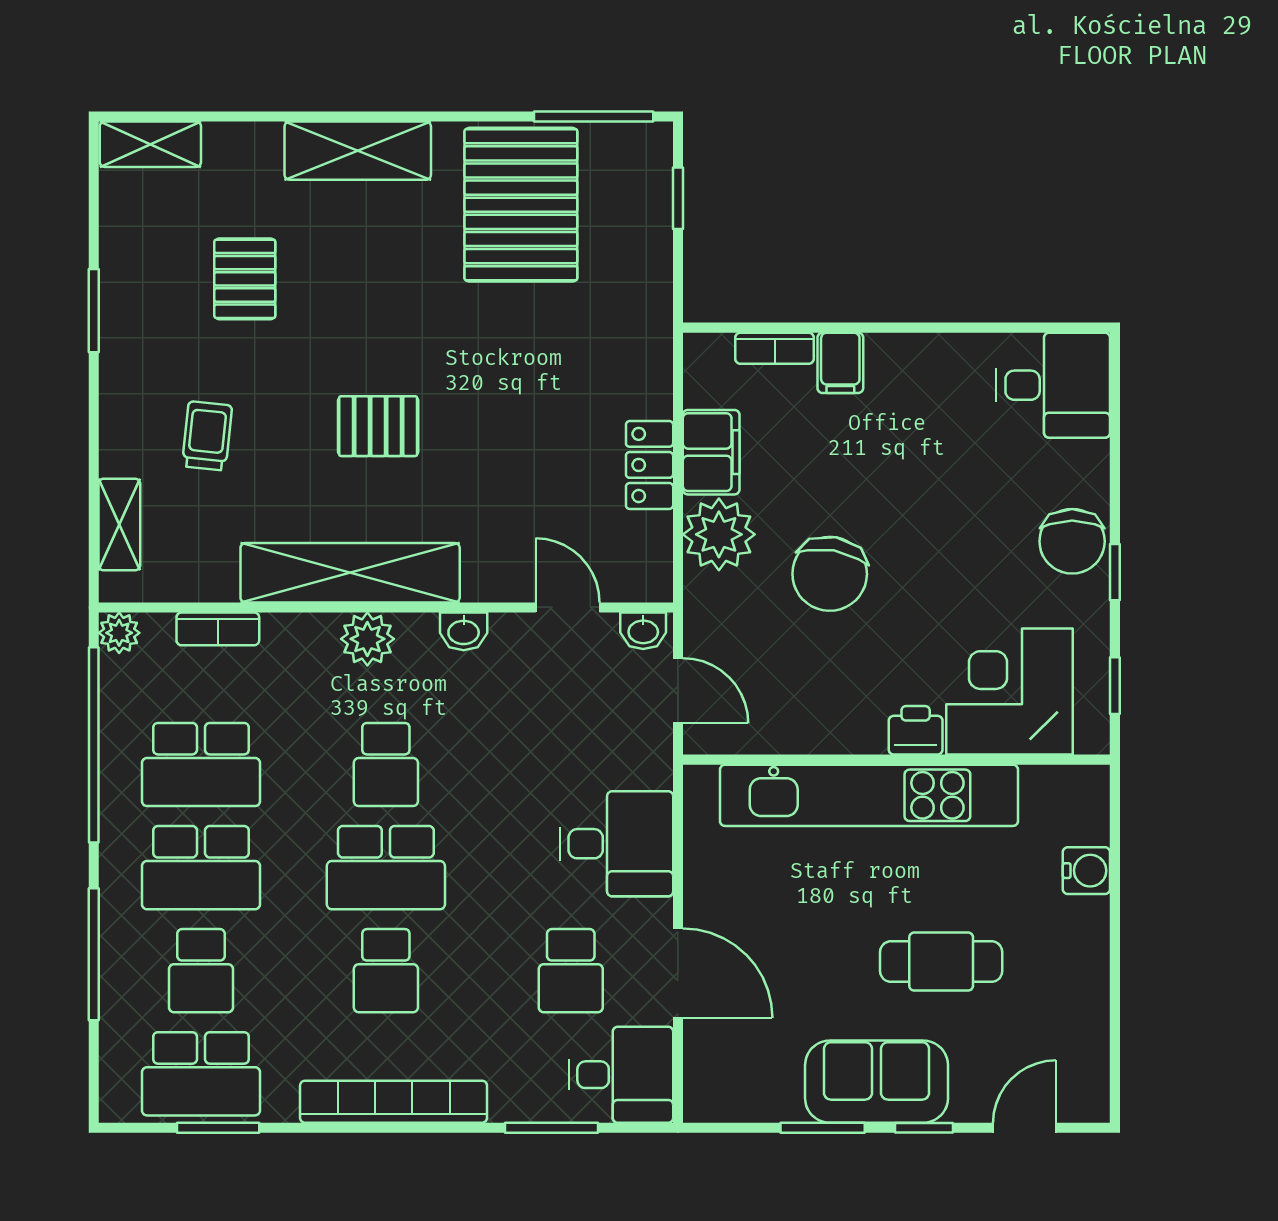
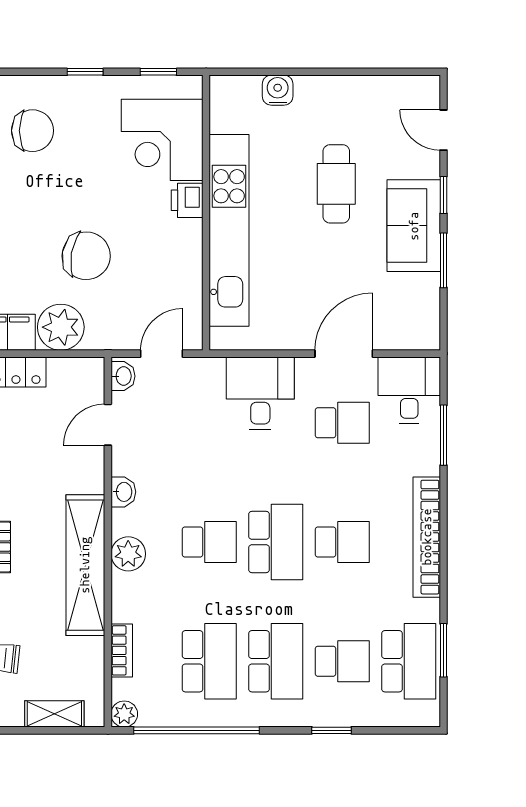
chair: (1072, 541) -> (33, 131), moved
window: (94, 954) -> (332, 730), width x0.46

